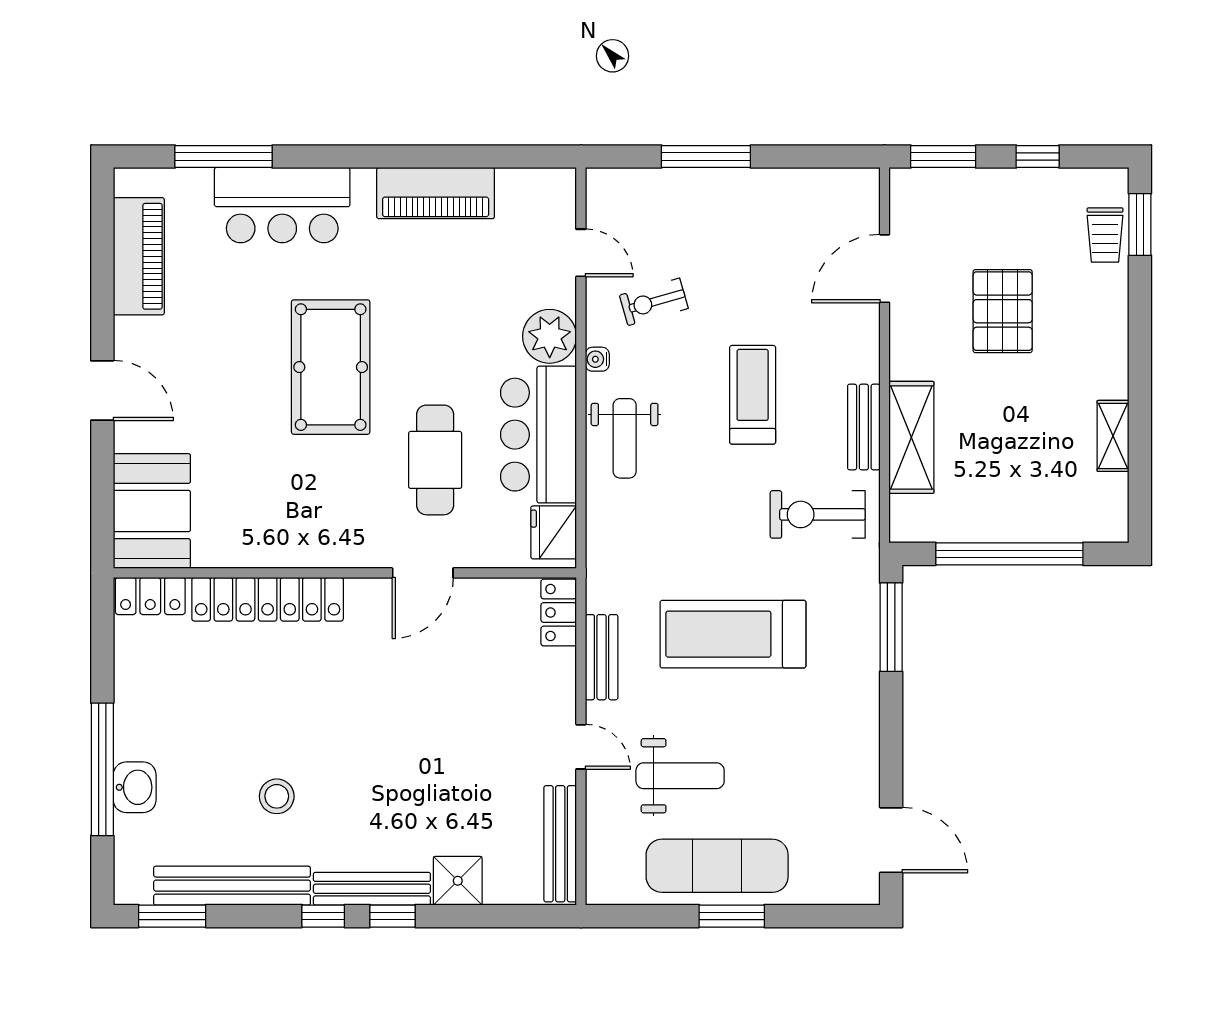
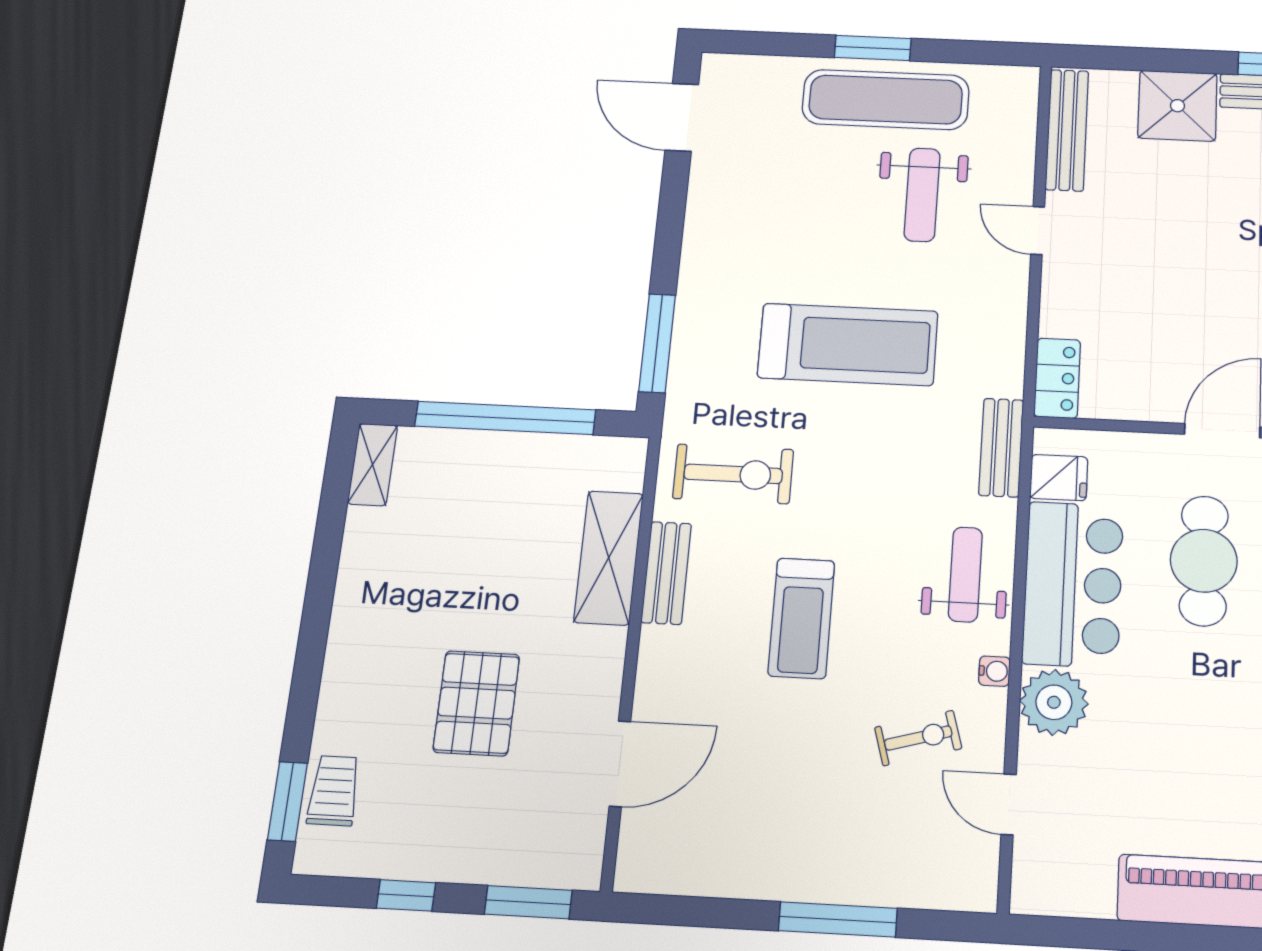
shelving: (1113, 436) -> (373, 464), moved
fridge: (554, 532) -> (1059, 478), width x0.72
bench: (602, 657) -> (1001, 448), moved
weight bench: (680, 776) -> (922, 195), turned -90
shower: (458, 881) -> (1178, 106), width x1.36, depth x1.36

